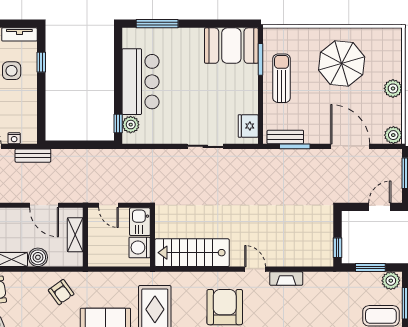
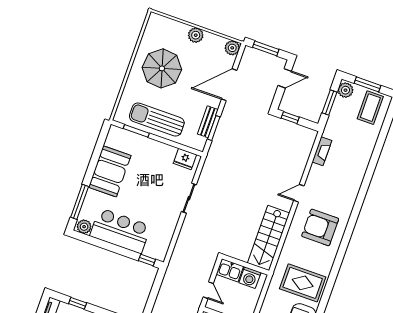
booth: (231, 46) -> (110, 171), moved
sun lounger: (282, 78) -> (157, 120), width x1.36, depth x1.34
plant: (131, 125) -> (84, 227), moved
bench: (285, 137) -> (208, 122), moved
door: (109, 205) -> (208, 290), hinge flipped
door: (380, 207) -> (285, 78), swing flipped
window: (337, 248) -> (290, 118), moved
fireplace: (286, 279) -> (322, 151), moved

